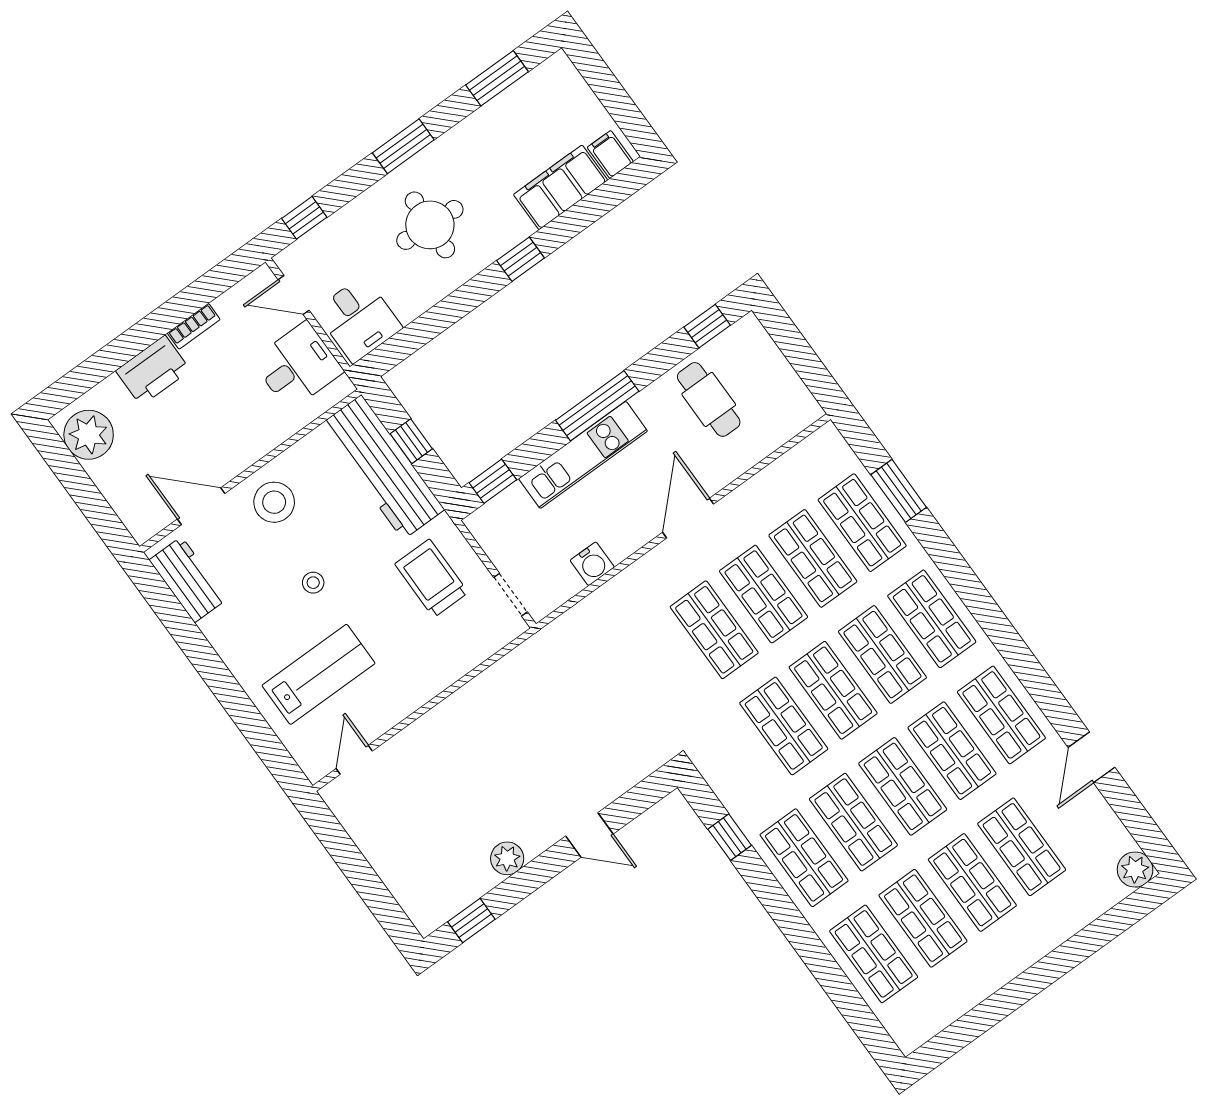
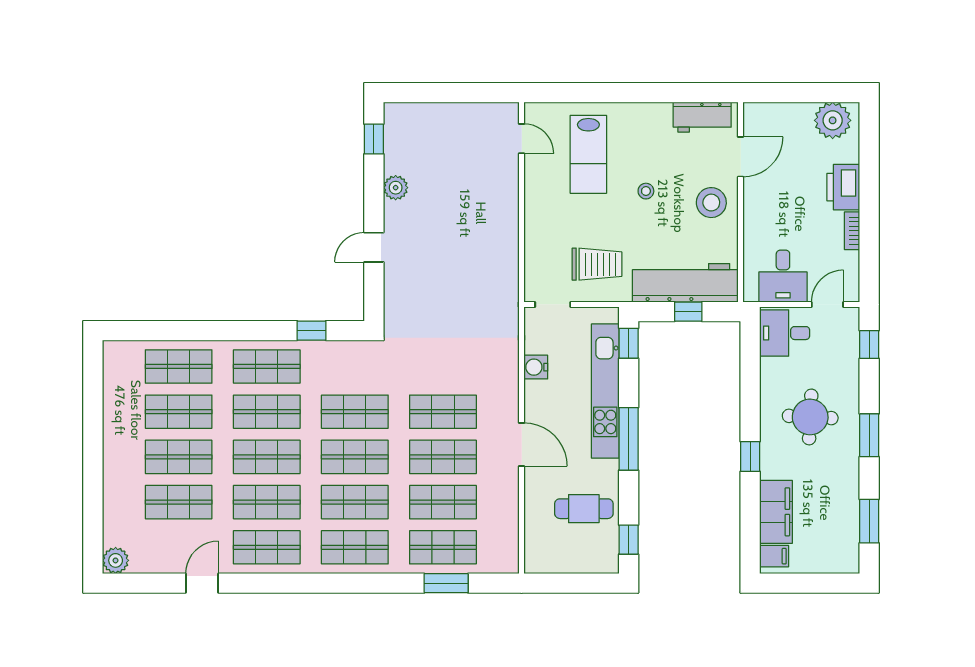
kitchen unit: (583, 455) -> (605, 391), width x1.36
door: (1092, 757) -> (202, 583), hinge flipped

